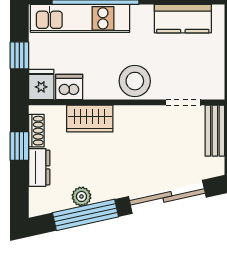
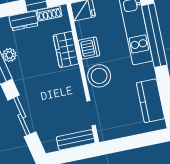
dishwasher: (69, 87) -> (89, 48), moved
sliding door: (167, 197) -> (22, 116), width x0.73

